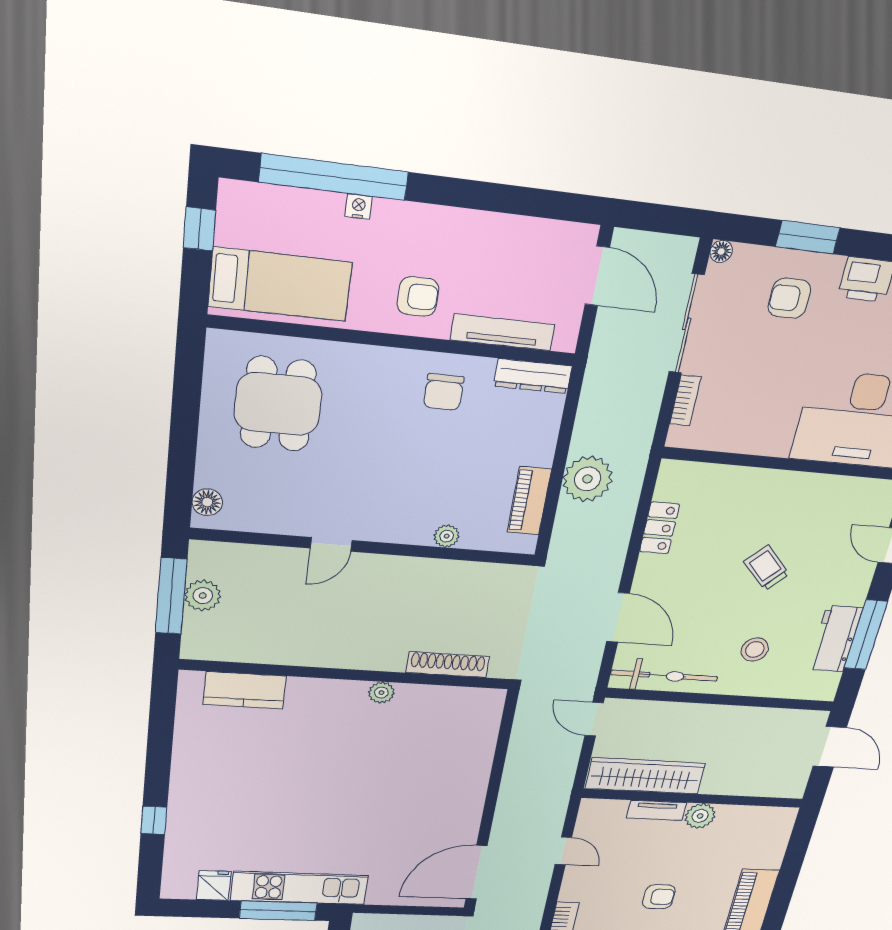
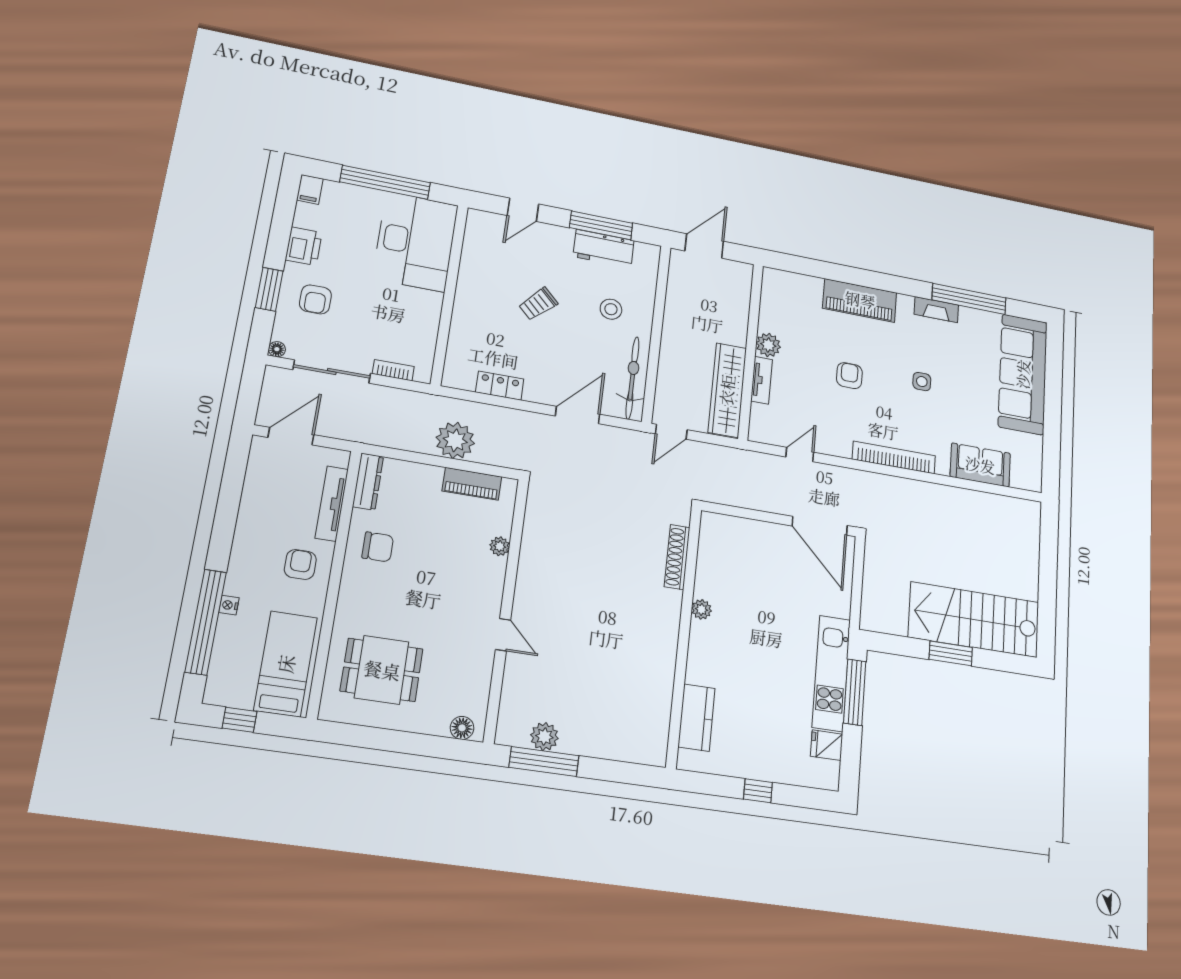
shoe rack: (448, 665) -> (677, 557), moved
wall: (347, 674) -> (684, 636), moved
kitchen counter: (245, 690) -> (697, 718), moved
plant: (381, 693) -> (702, 609), moved

